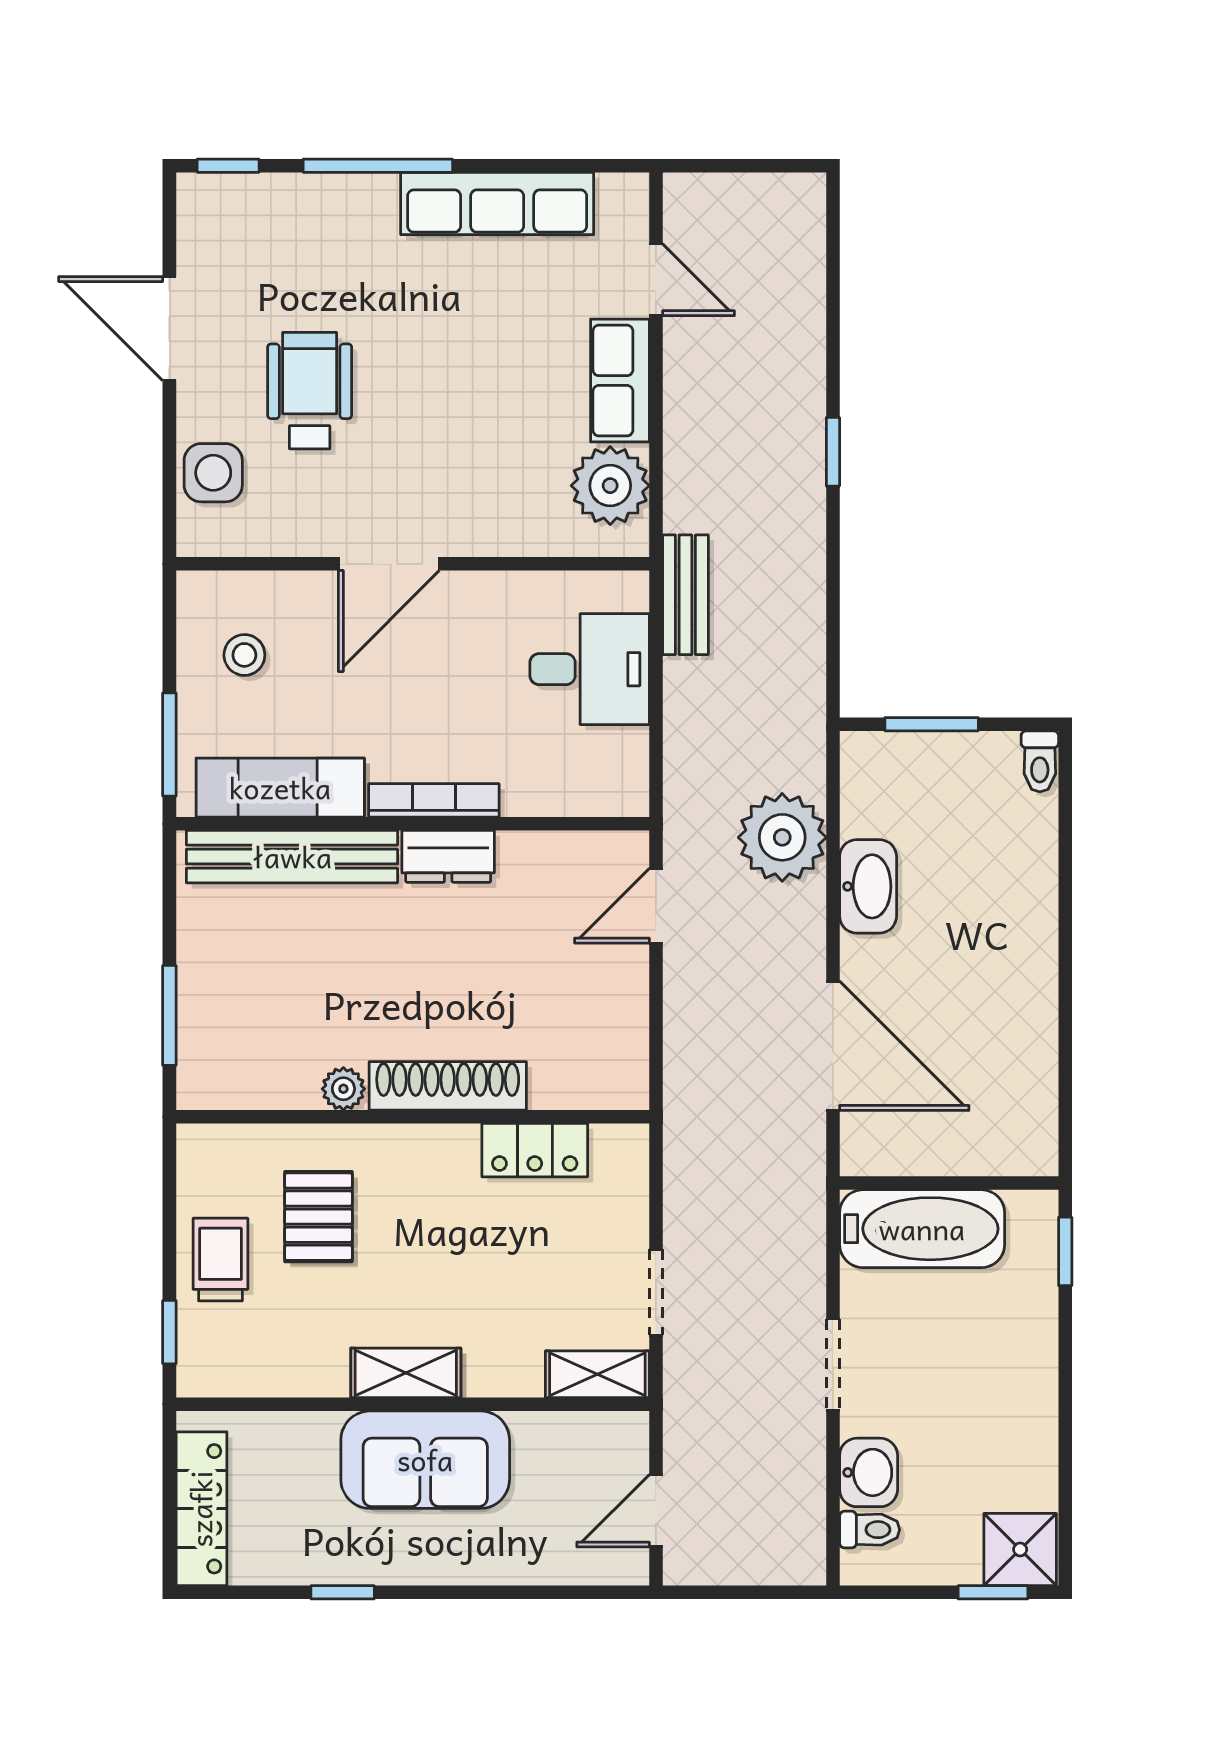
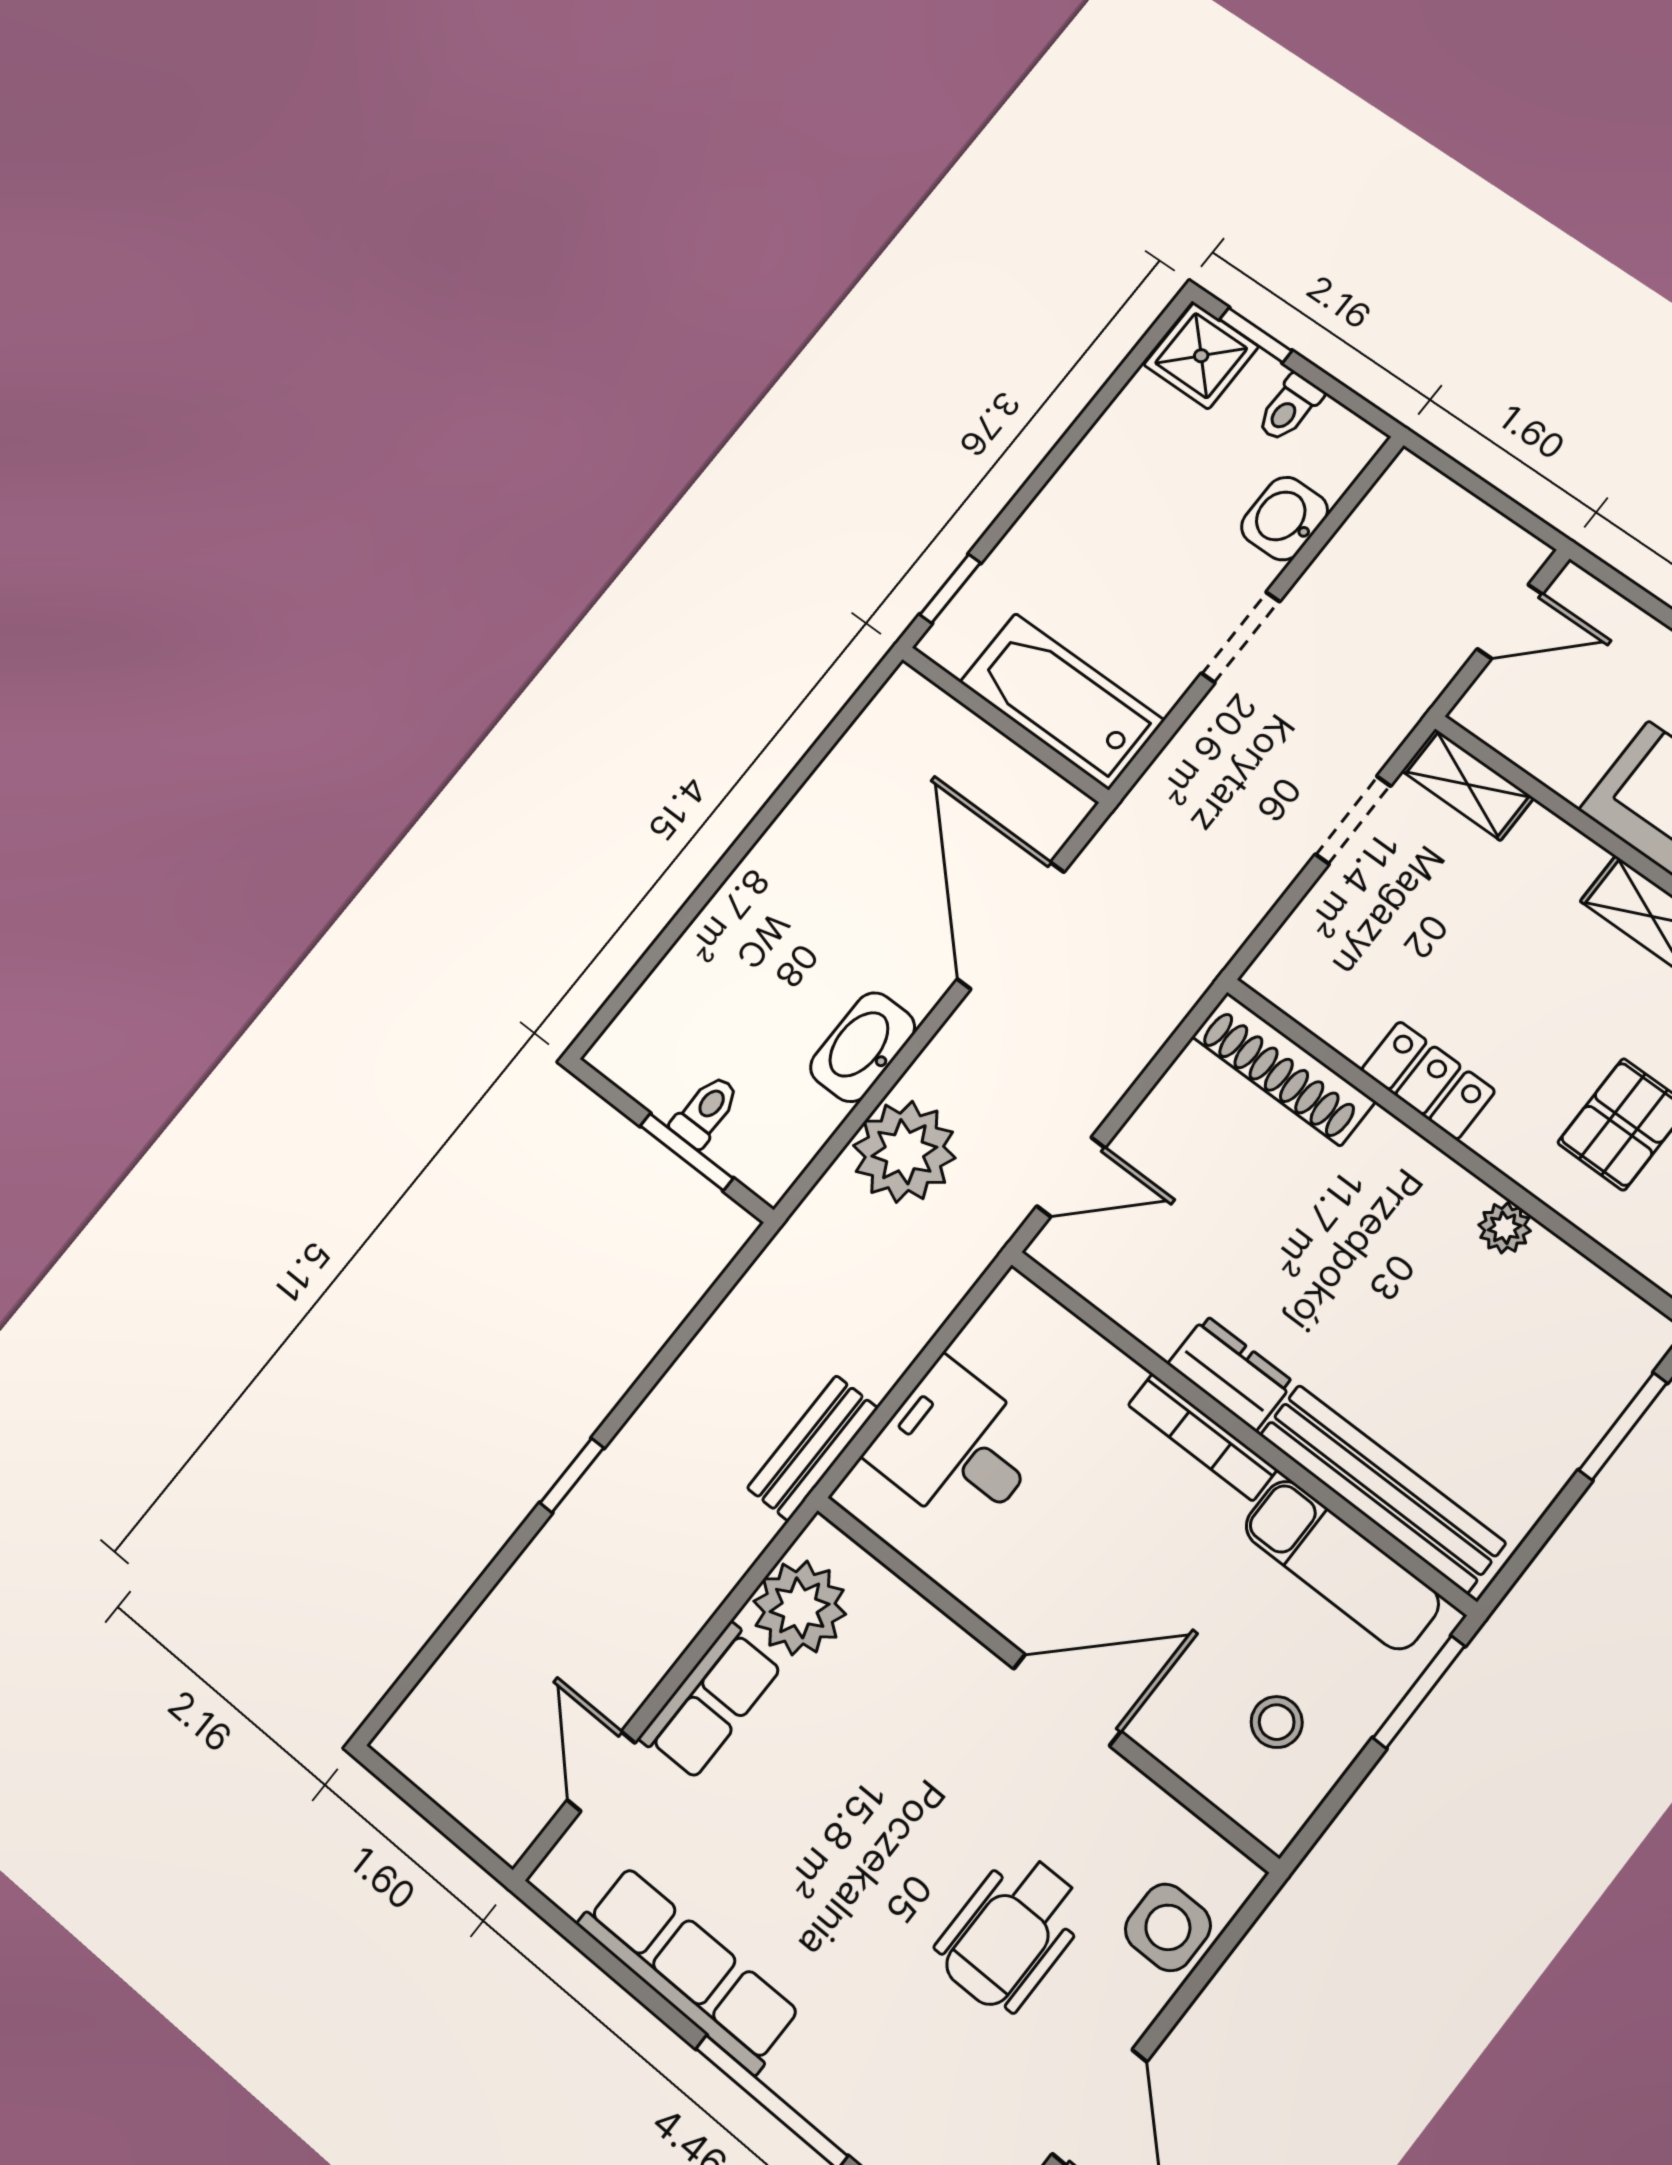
toilet: (1040, 761) -> (705, 1111), moved
shoe rack: (448, 1086) -> (1283, 1069), moved
locker: (535, 1150) -> (1428, 1080), moved
toilet: (870, 1530) -> (1289, 408), moved, turned -90

